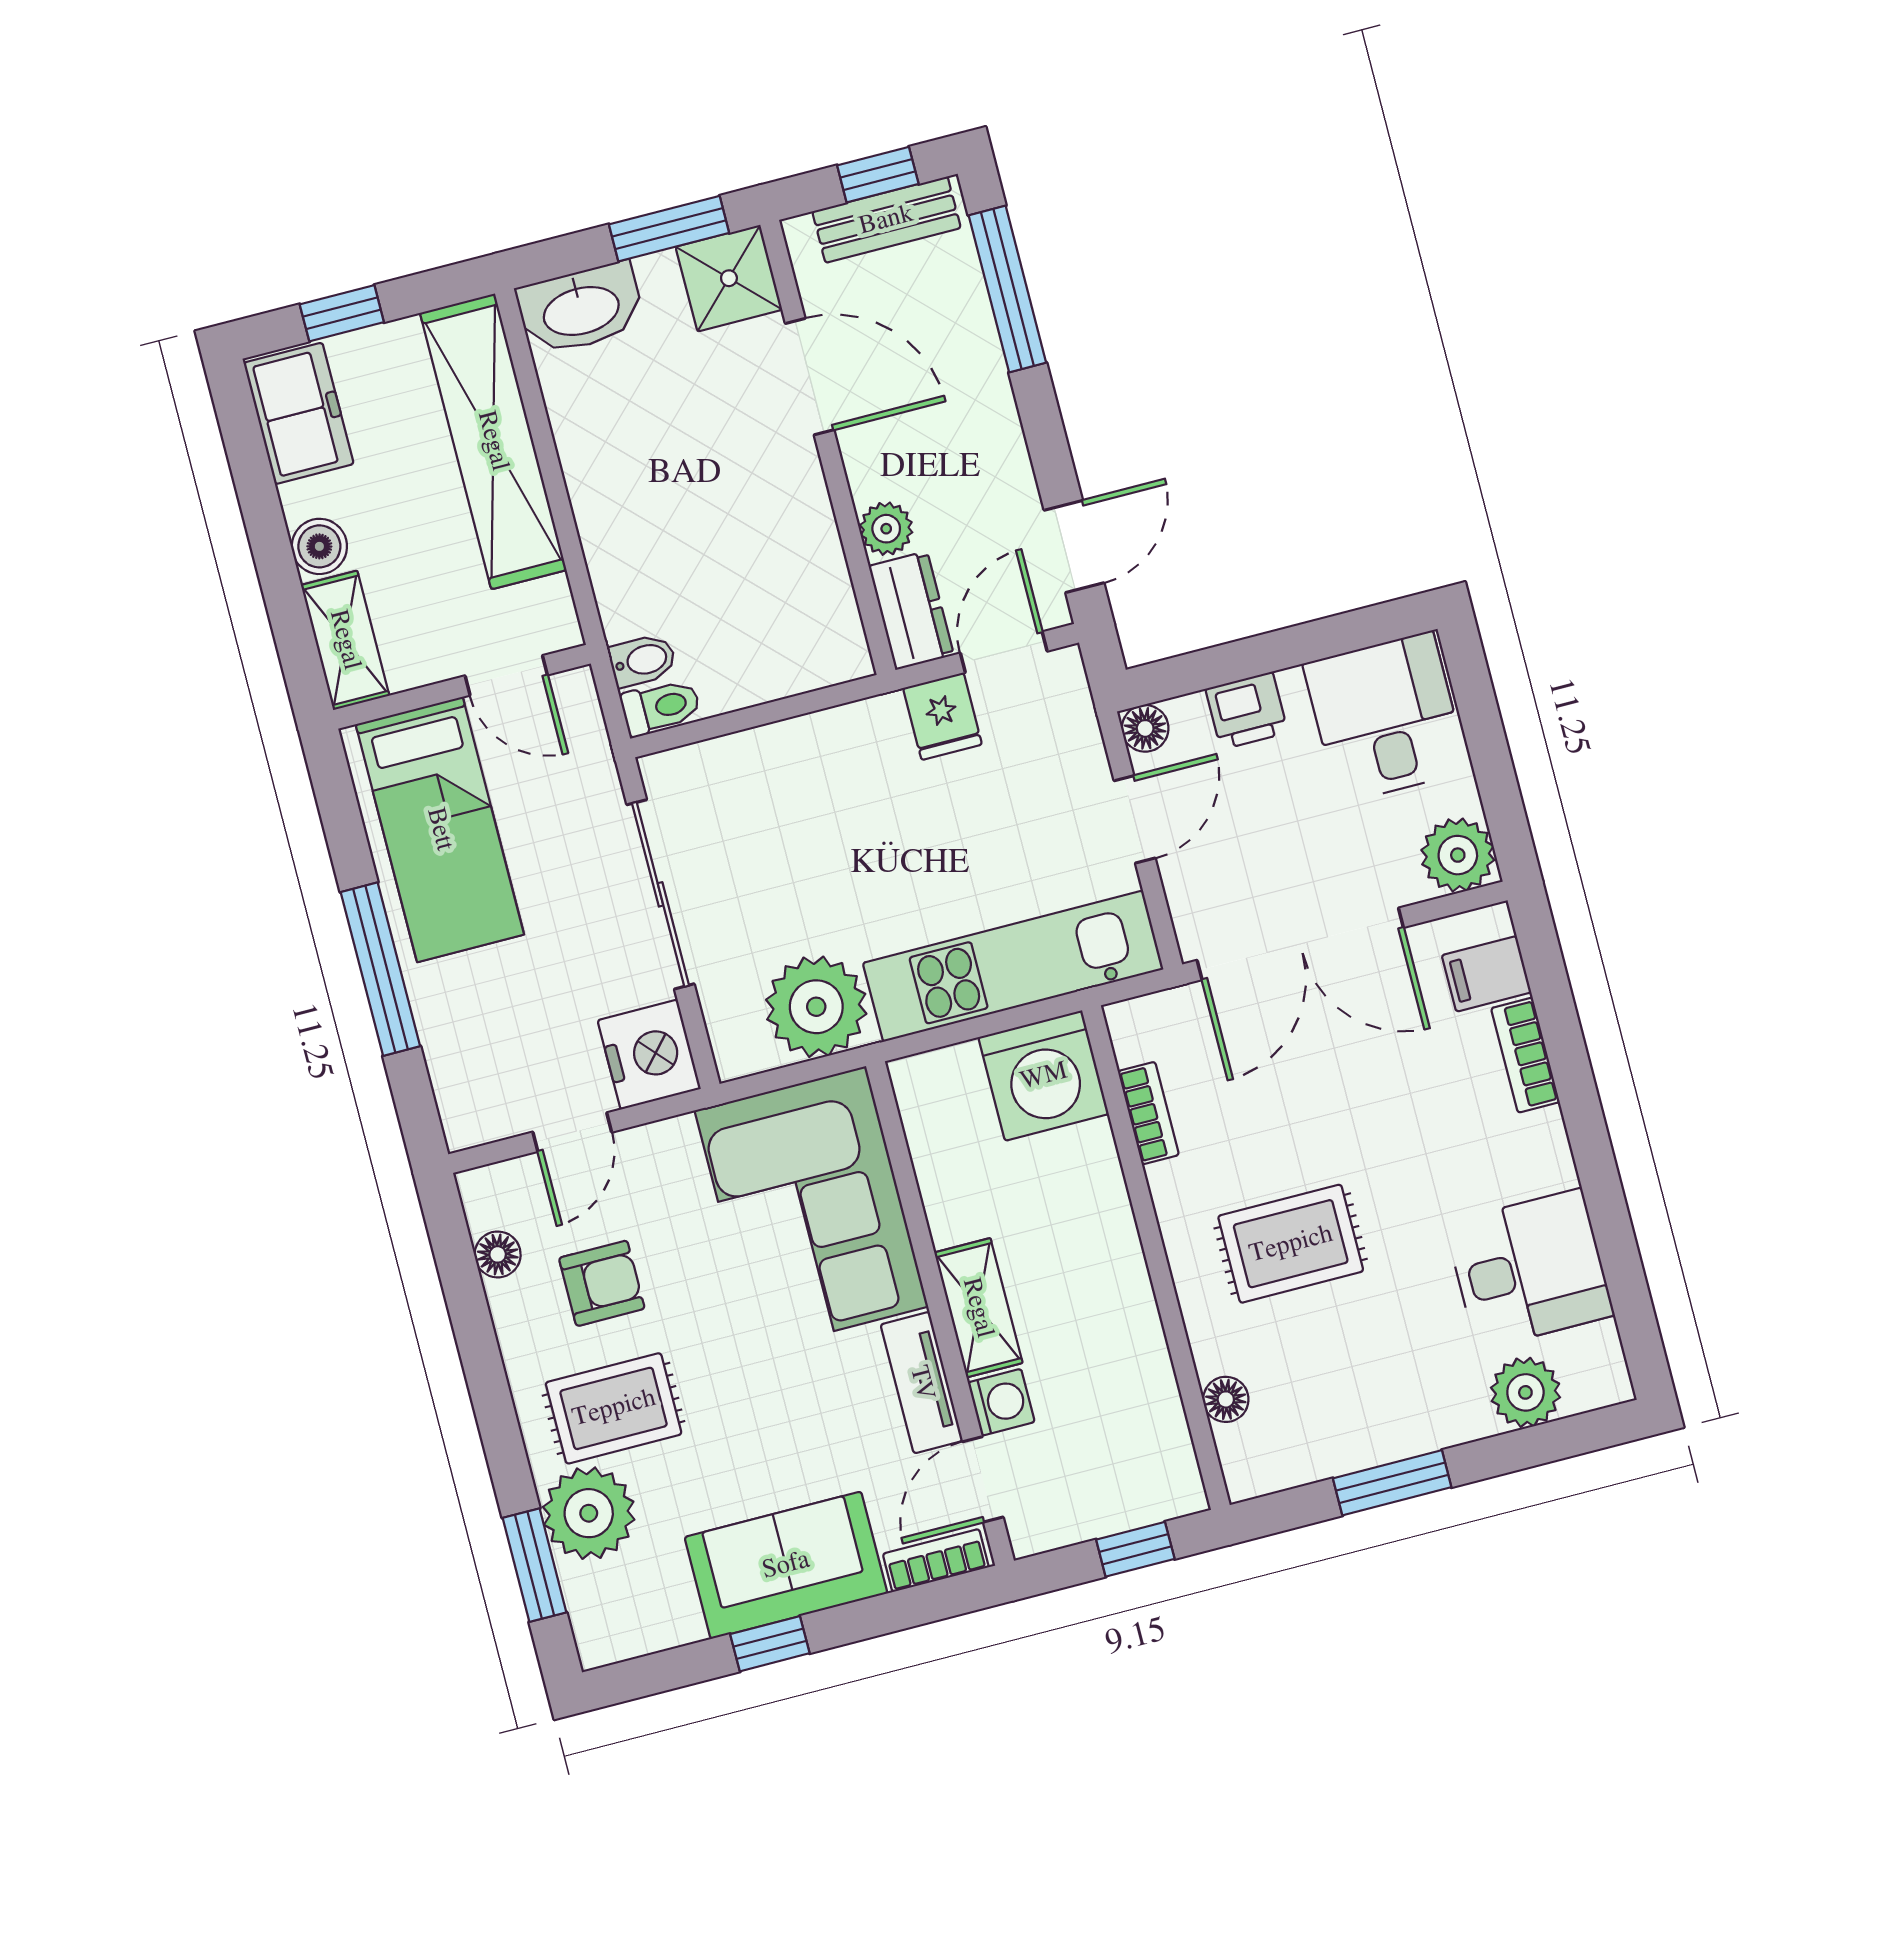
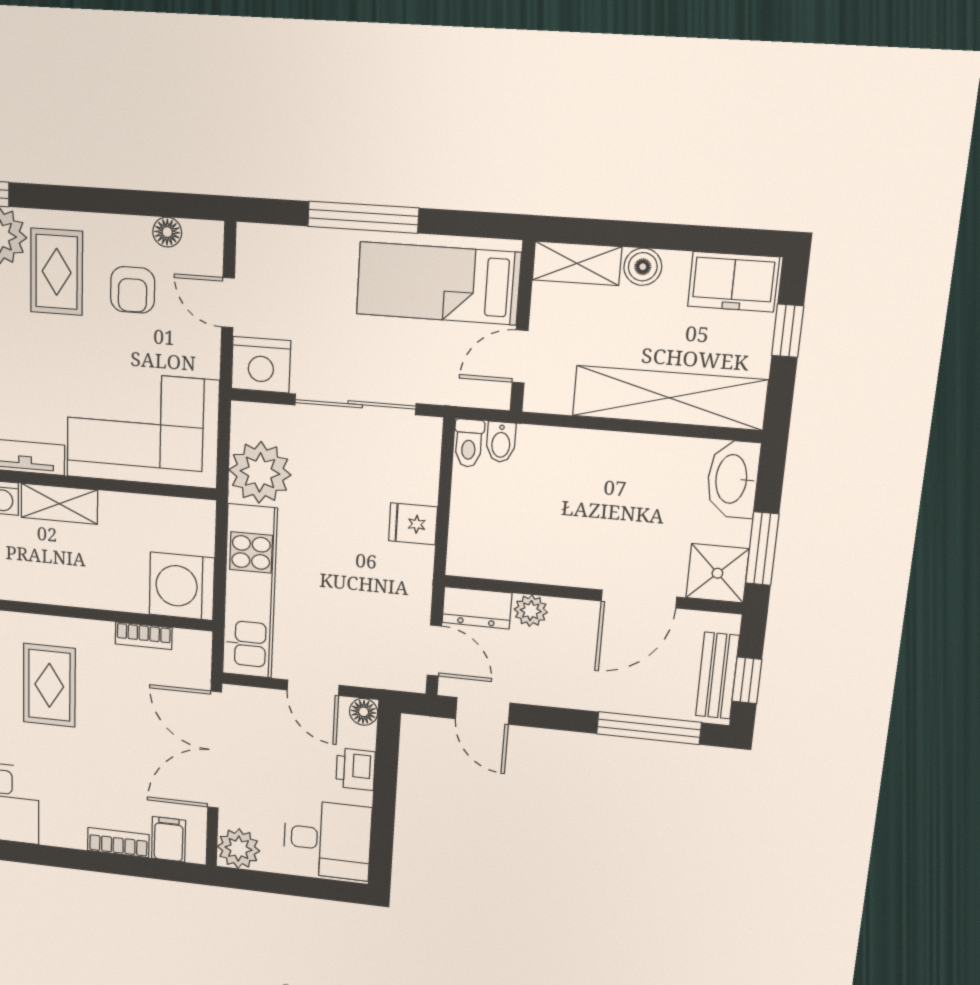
fridge: (943, 716) -> (413, 524), moved

